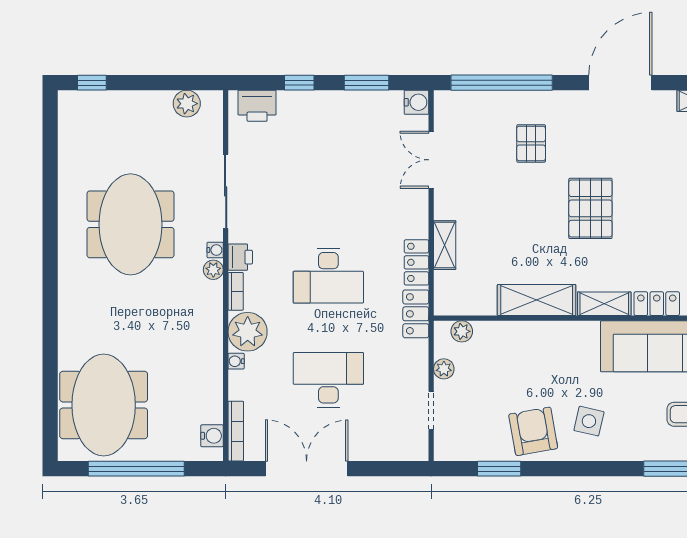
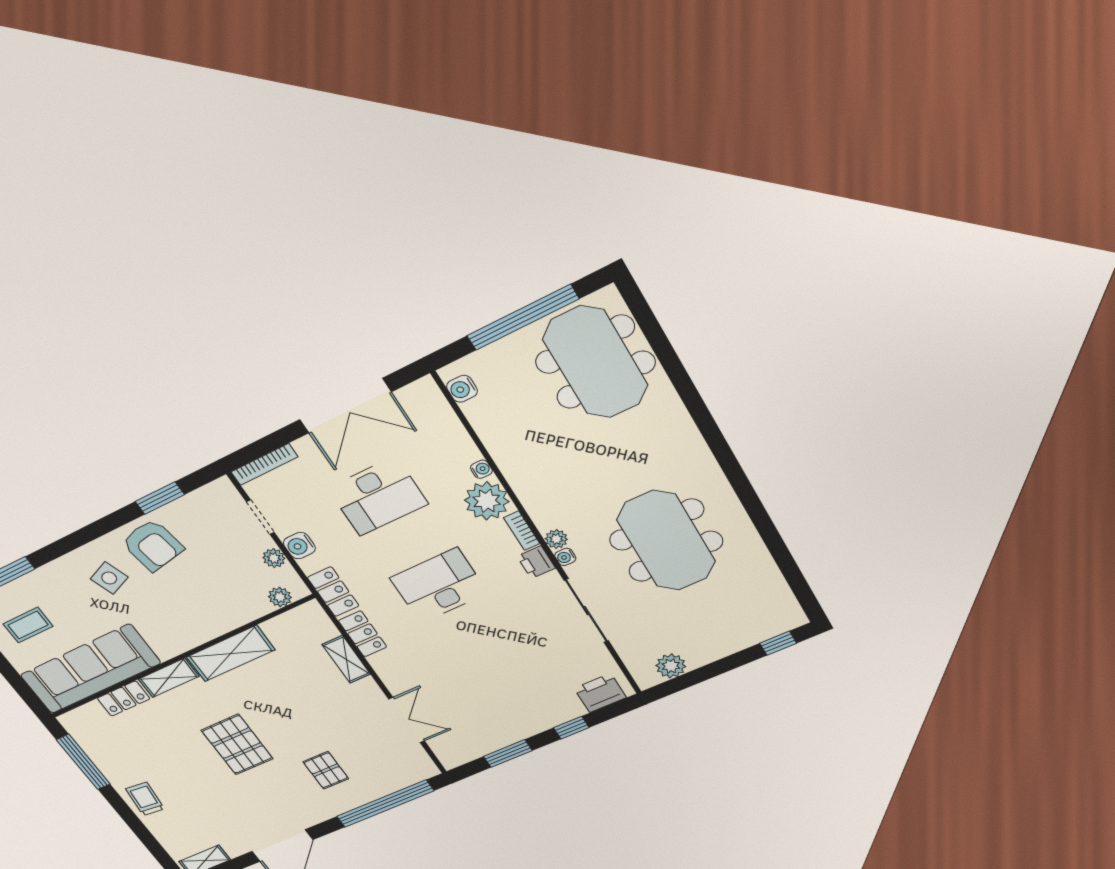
water cooler: (416, 102) -> (299, 546), moved
side table: (589, 421) -> (109, 578), turned -34
bookcase: (236, 431) -> (264, 464), moved, turned -90

